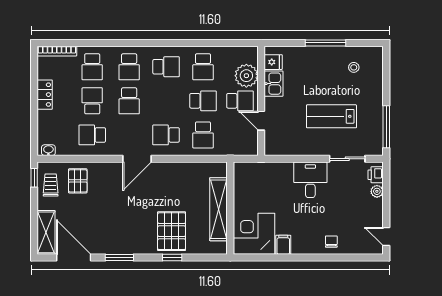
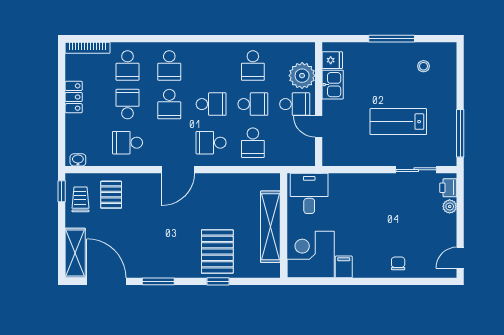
school desk: (166, 67) -> (211, 104), moved
desk: (310, 180) -> (309, 193), moved
door: (386, 237) -> (460, 258), hinge flipped

